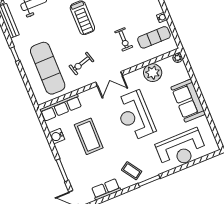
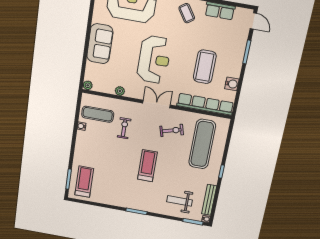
plant: (153, 73) -> (120, 91), width x0.53, depth x0.53
row of seats: (61, 108) -> (205, 104), width x1.36

